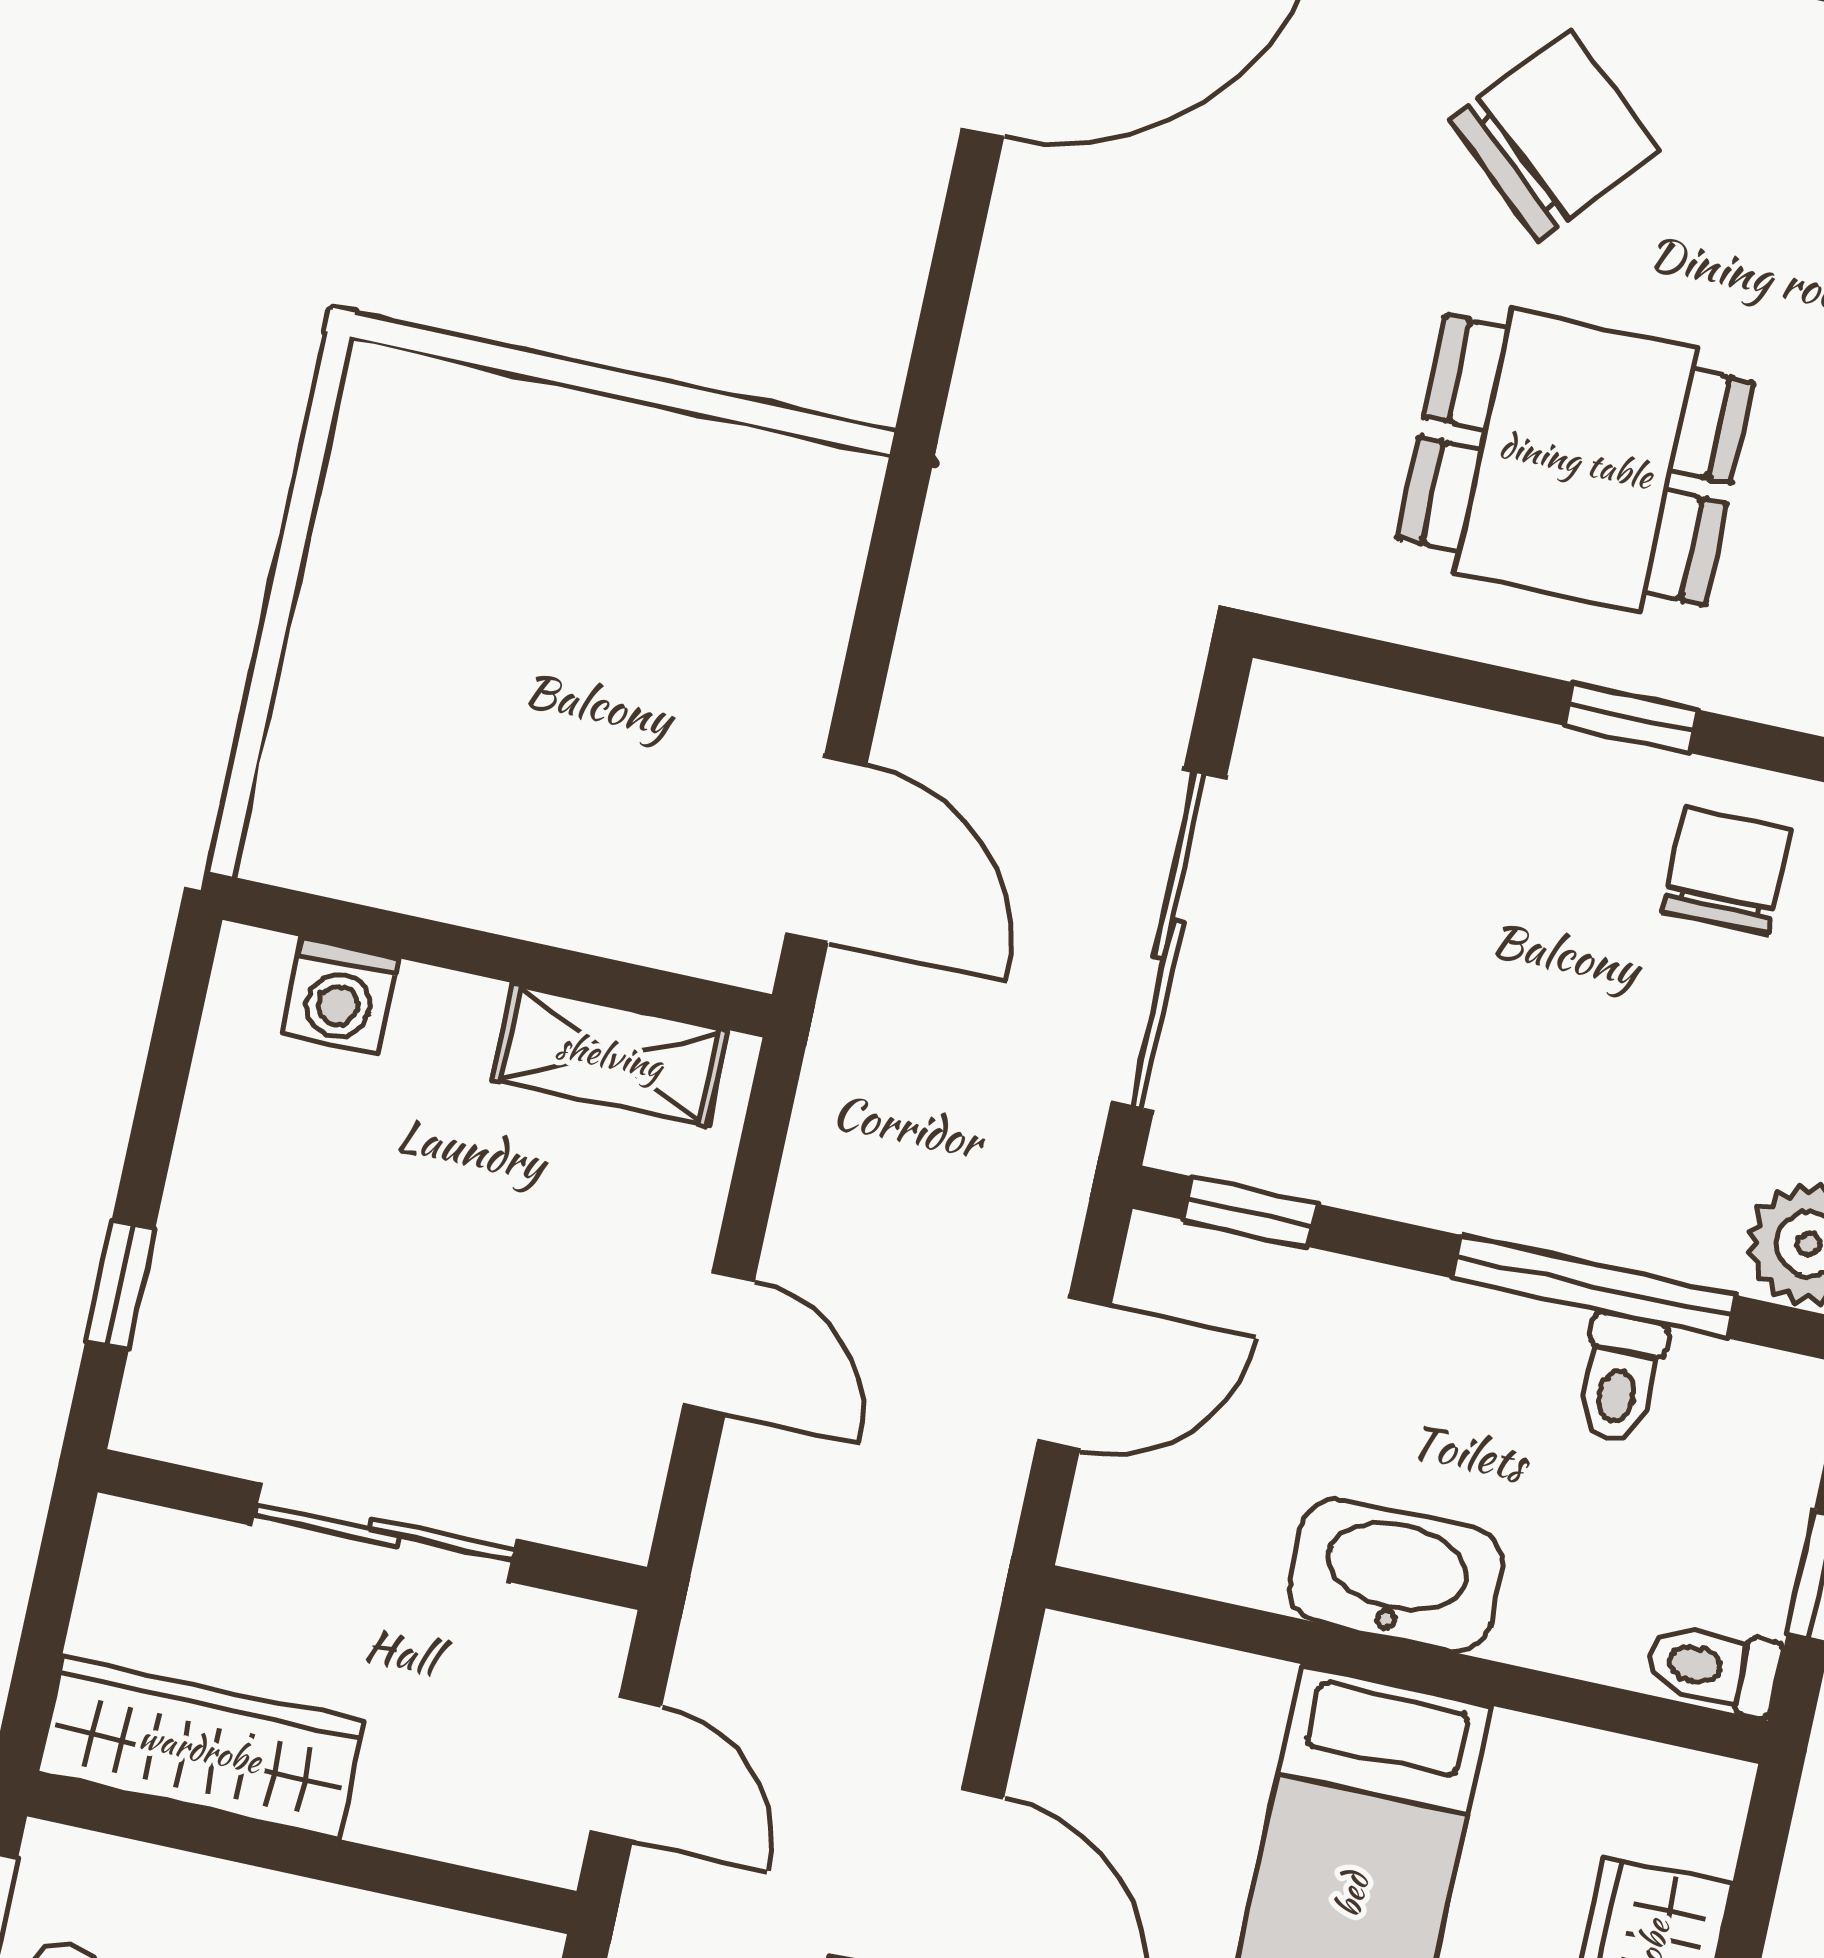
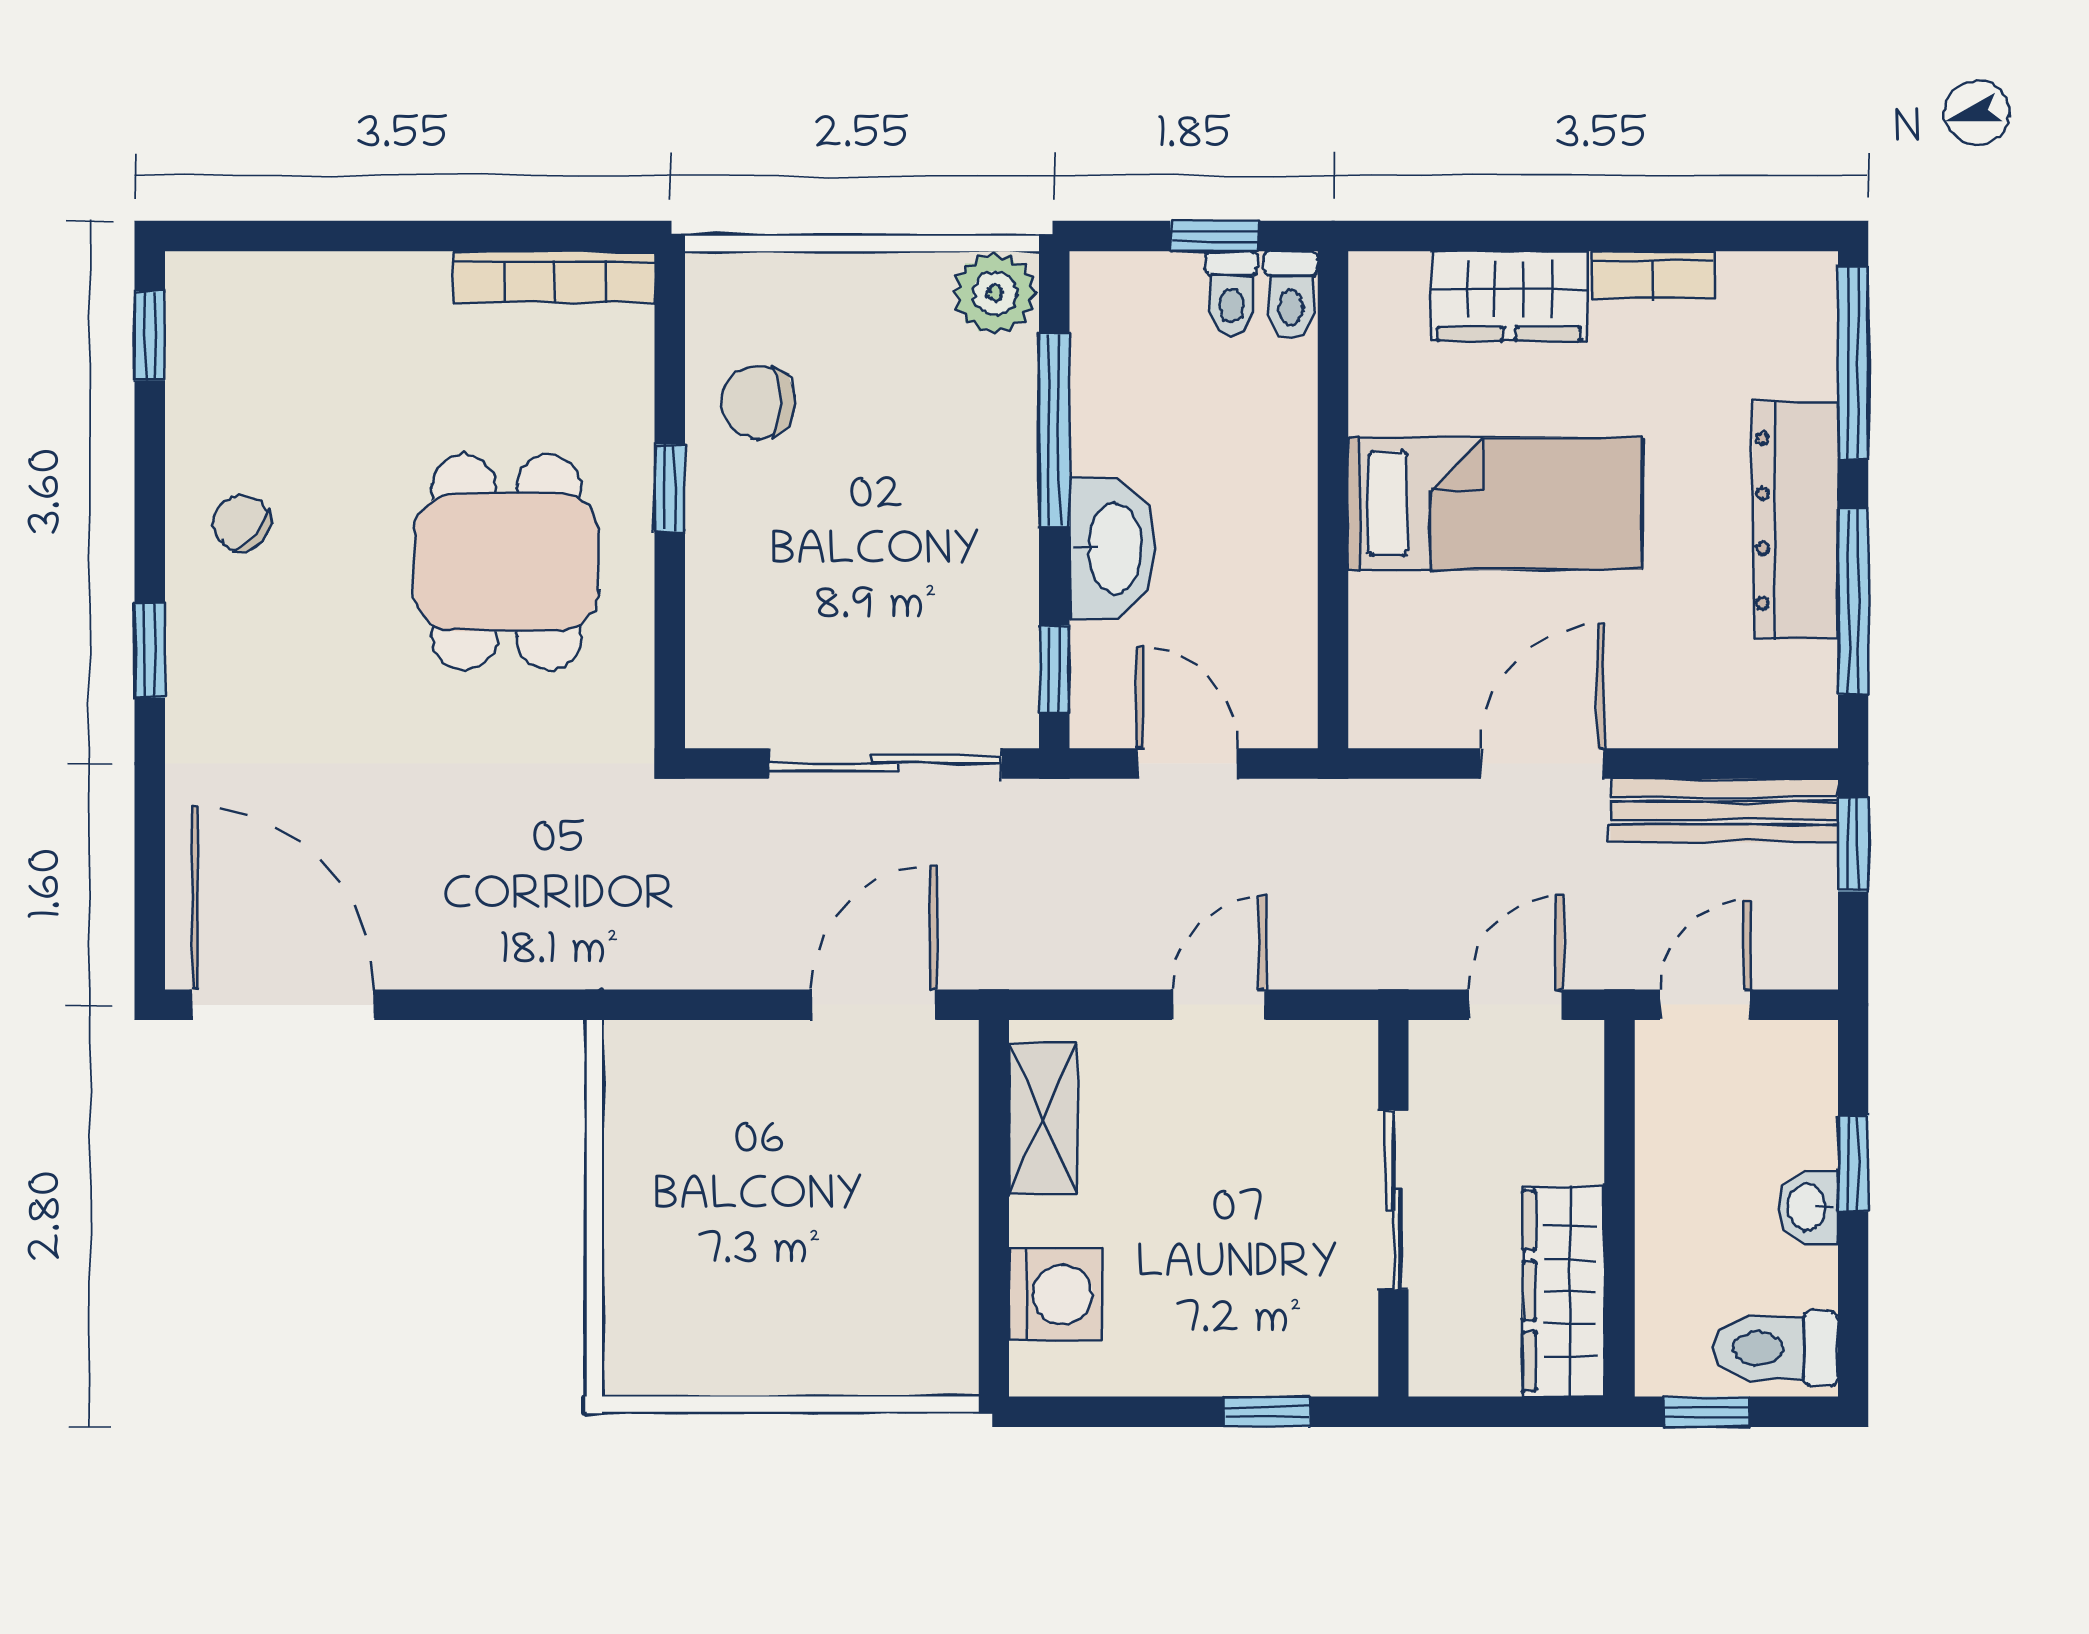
chair: (1555, 135) -> (242, 523), moved, width x0.54, depth x0.54
washing machine: (340, 996) -> (1055, 1294), width x1.38, depth x1.38
toilet: (1620, 1379) -> (1231, 294), moved, turned 90
washbasin: (1396, 1575) -> (1112, 548), moved, turned 180

